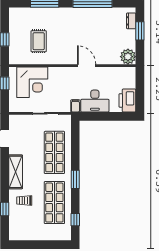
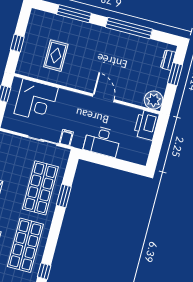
printer: (127, 100) -> (146, 125), moved
filing cabinet: (75, 106) -> (66, 138), moved
window: (75, 179) -> (64, 196), moved

